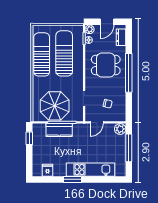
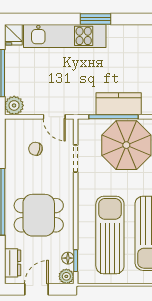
sun lounger: (64, 53) -> (110, 235), turned 180
door: (97, 122) -> (54, 117), swing flipped
fridge: (47, 170) -> (13, 35), moved

